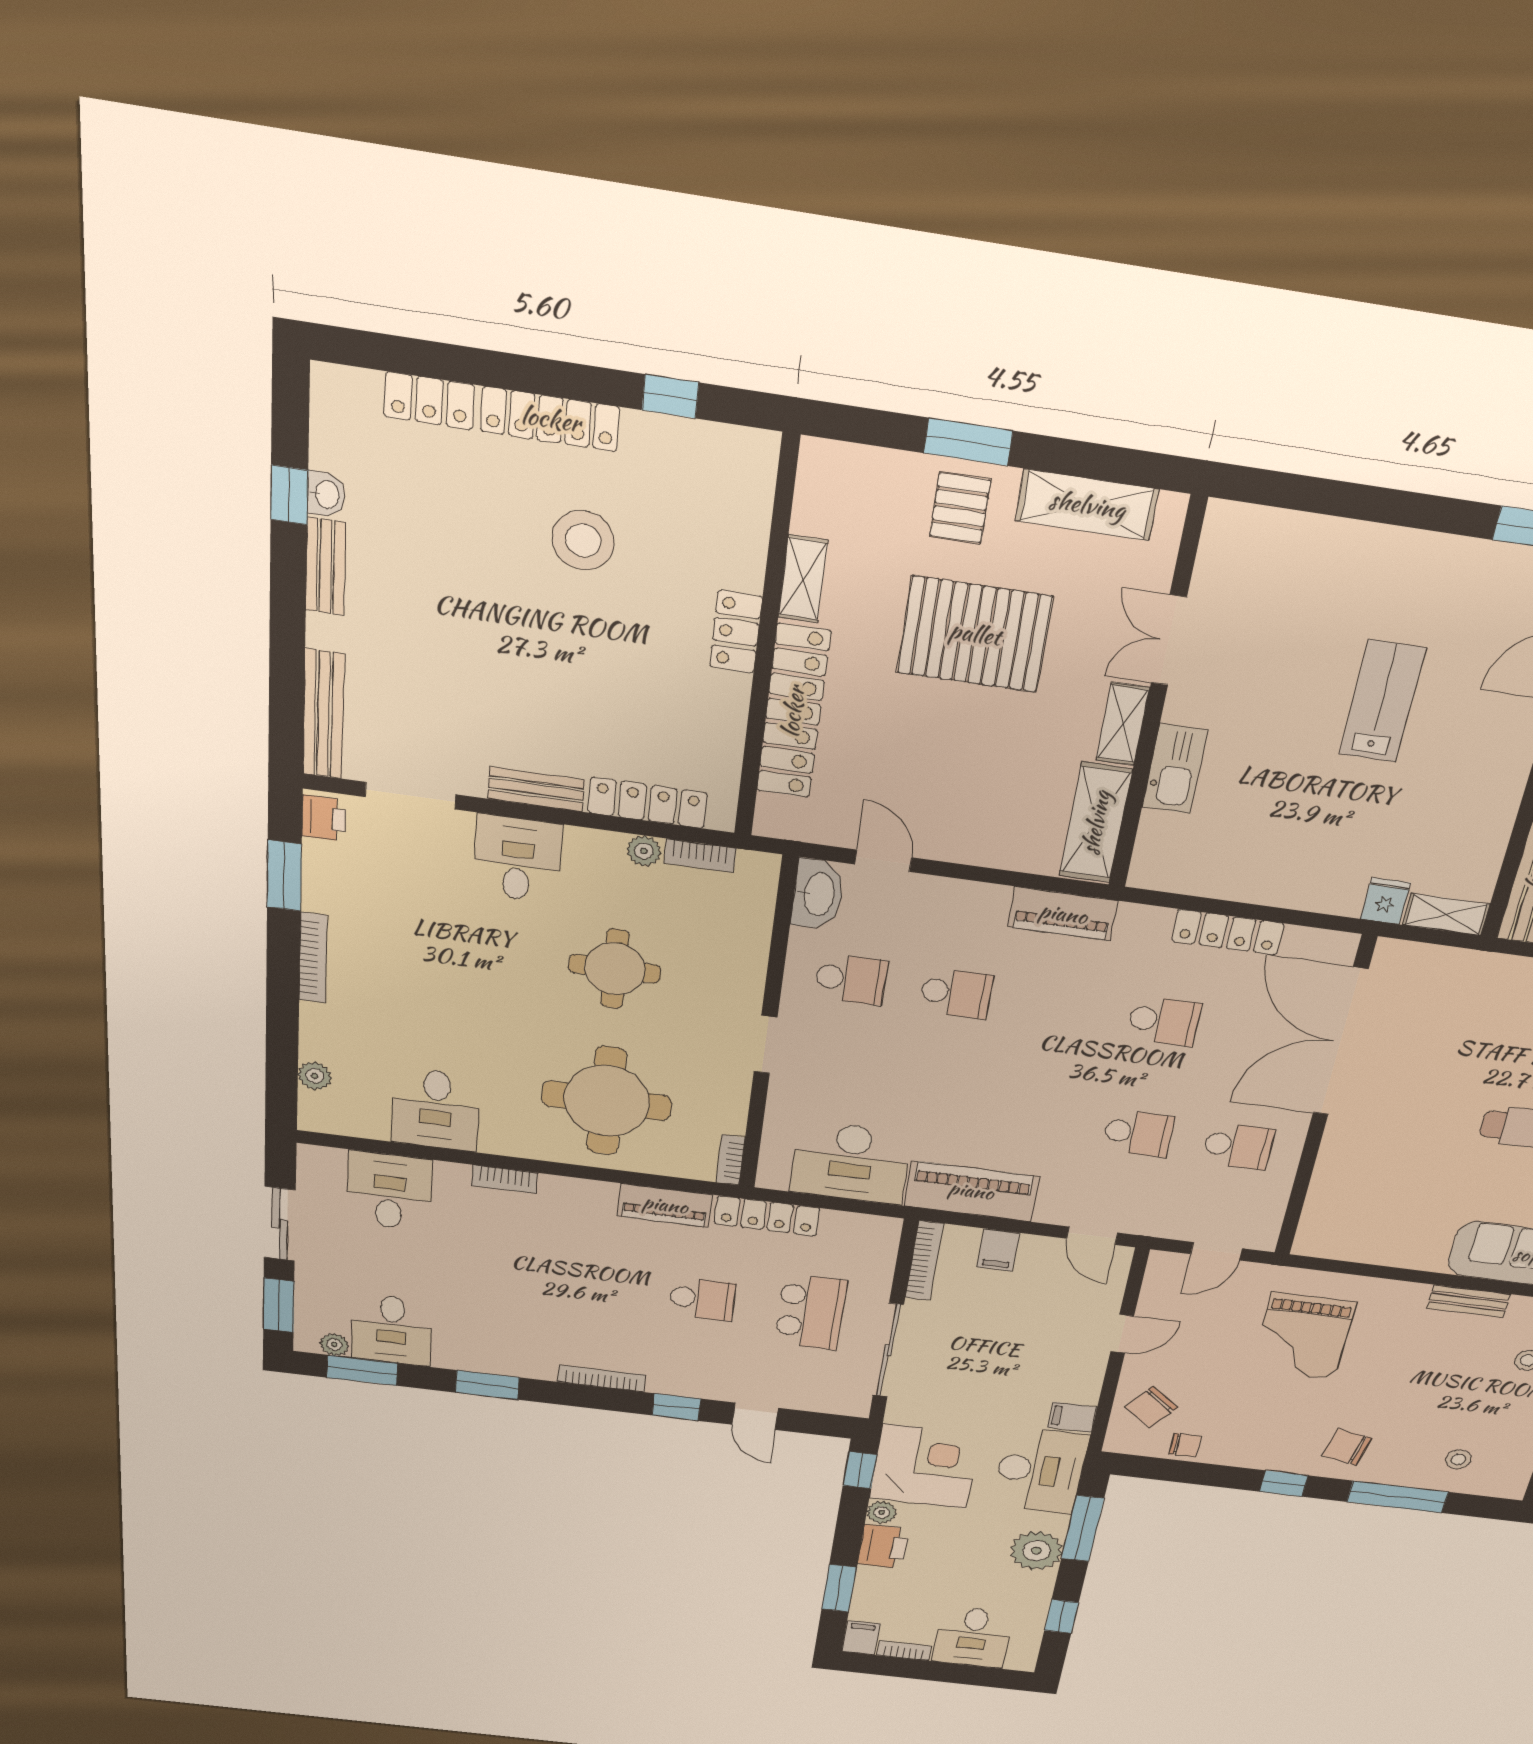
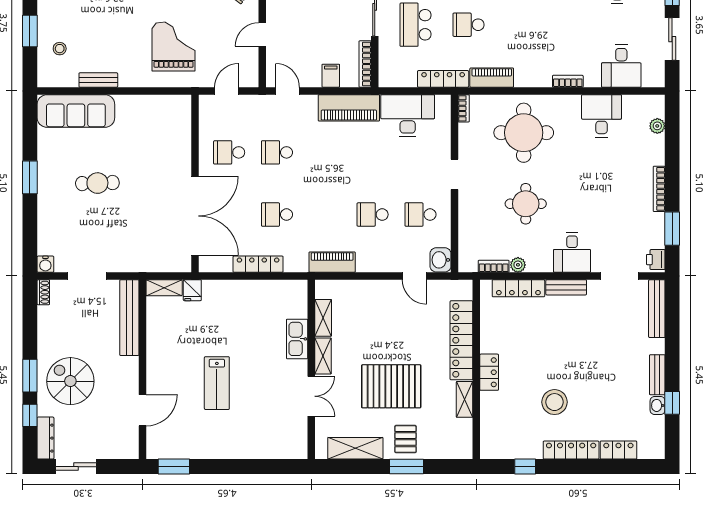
shelving: (1096, 823) -> (323, 318), width x0.67, depth x0.75
washbasin: (818, 894) -> (441, 260), width x0.72

